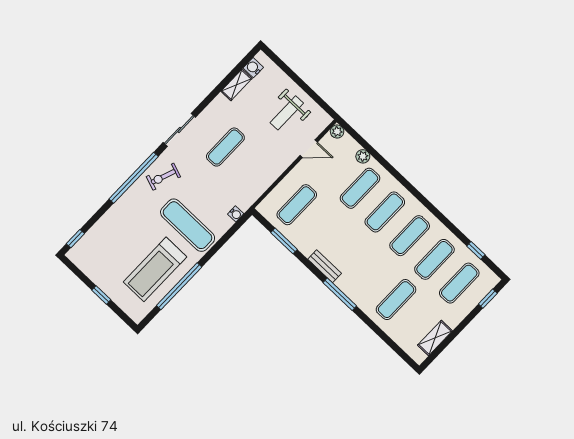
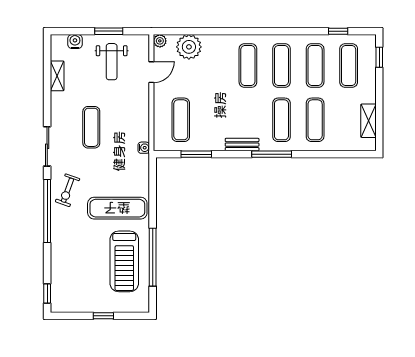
water cooler: (253, 68) -> (75, 41), moved, turned 90
window: (306, 88) -> (109, 31), added
plant: (363, 156) -> (189, 47), width x1.87, depth x1.87
exercise mat: (360, 188) -> (281, 120), moved
water cooler: (236, 214) -> (144, 148), moved

